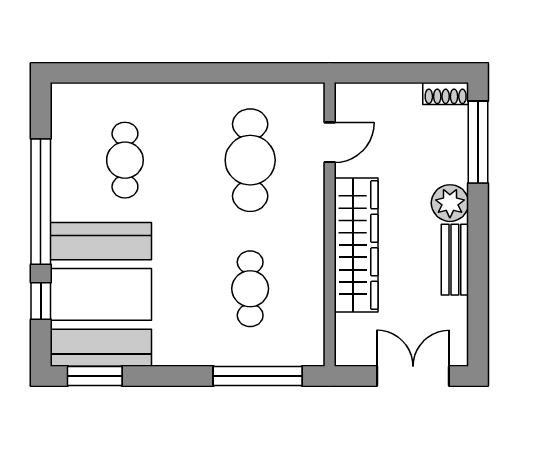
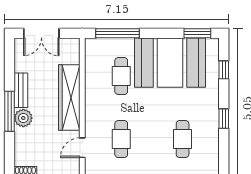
window: (478, 142) -> (10, 111), moved
cafe table: (250, 160) -> (121, 139), width x0.73, depth x0.74
window: (41, 202) -> (224, 119), width x0.32
booth: (101, 294) -> (170, 63), moved, turned 90

